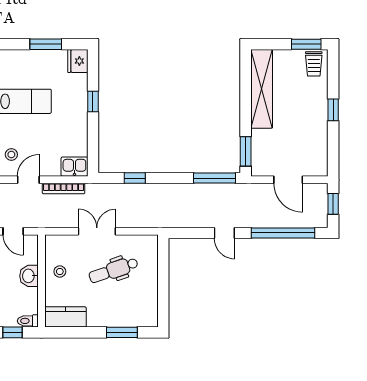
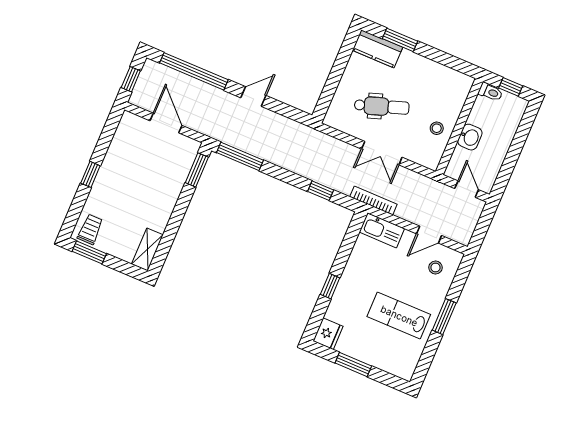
shelving: (262, 89) -> (147, 249), width x0.45, depth x0.75
kitchen sink: (74, 167) -> (382, 230), width x1.38
bookcase: (64, 189) -> (373, 200), moved
door: (224, 233) -> (253, 97), hinge flipped
kitchen counter: (66, 317) -> (377, 49), moved

